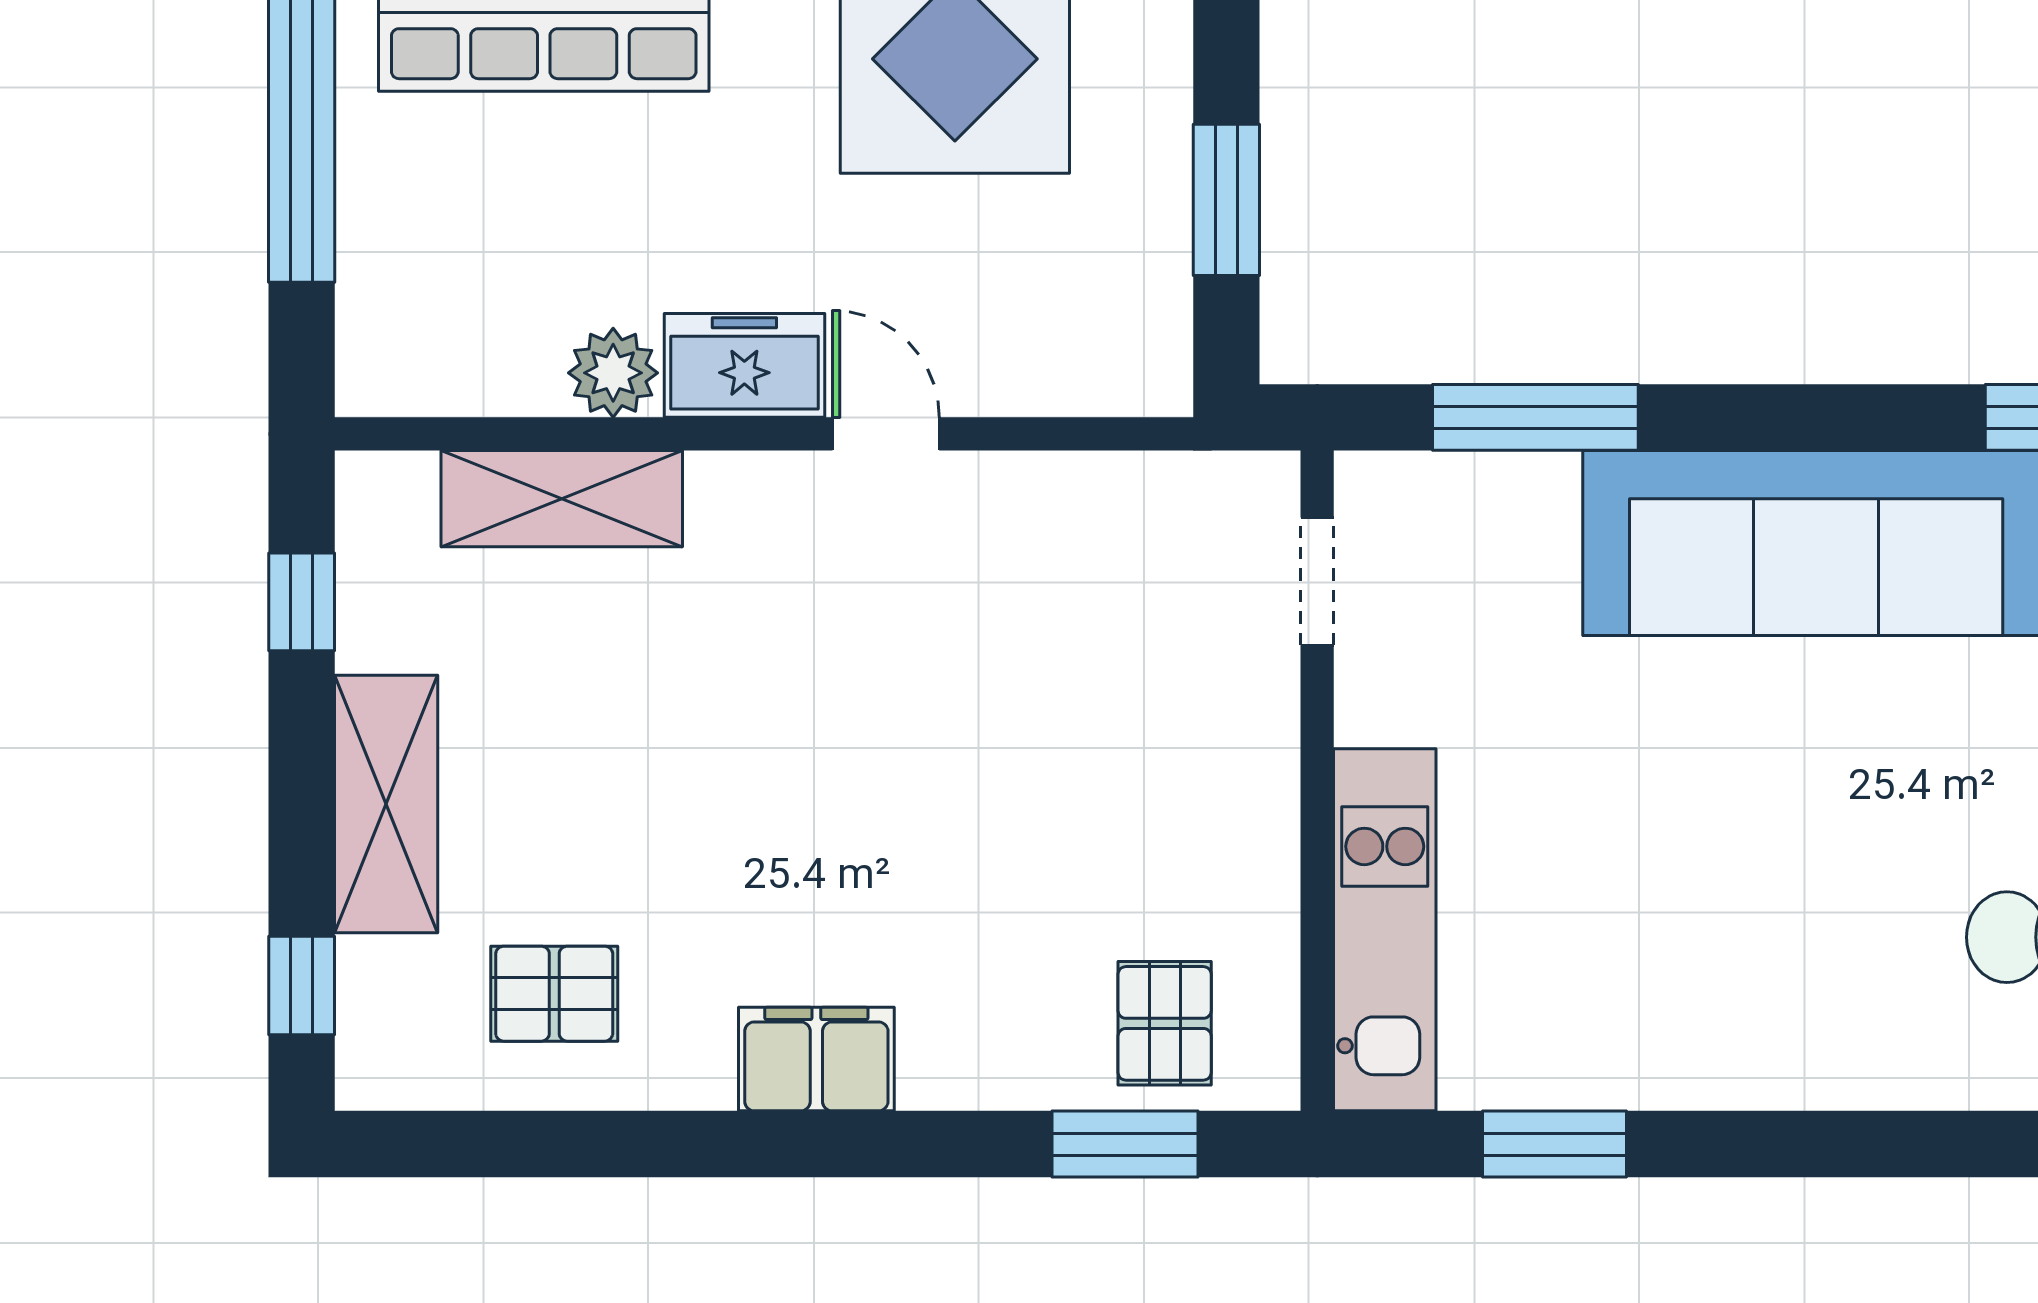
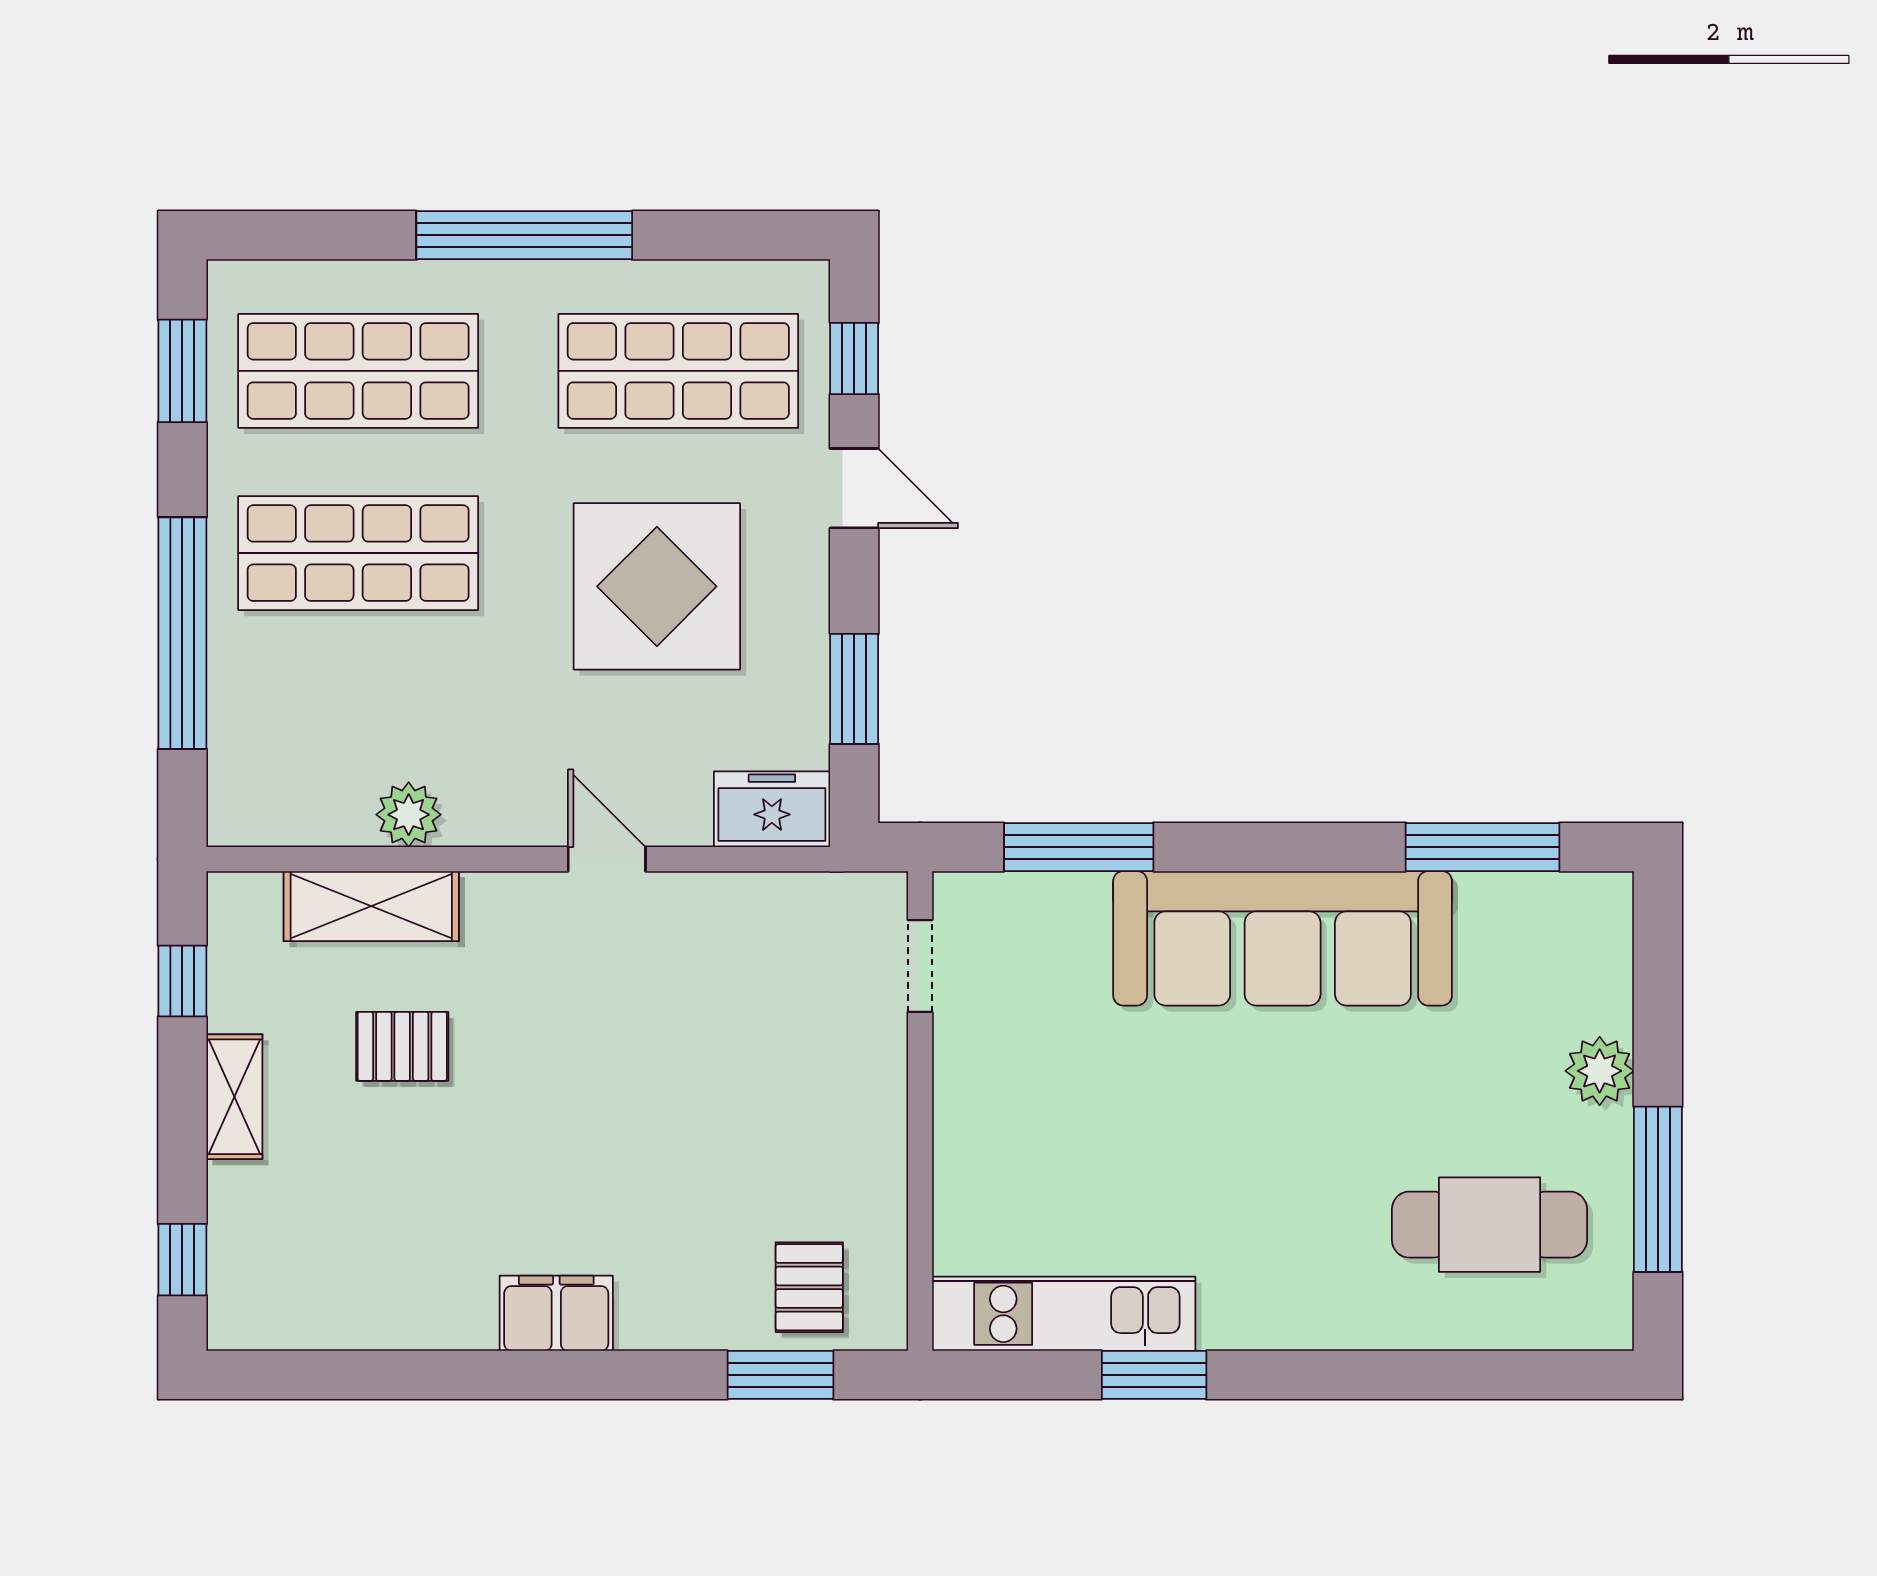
freezer: (744, 365) -> (772, 809), moved
shelving: (386, 804) -> (234, 1097), width x0.67, depth x0.75
kitchen unit: (1385, 930) -> (1064, 1314), moved, turned -90
pallet: (554, 994) -> (402, 1046), moved
window: (1554, 1144) -> (1154, 1375), moved

